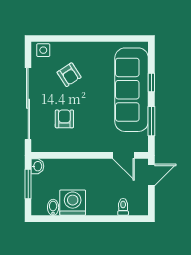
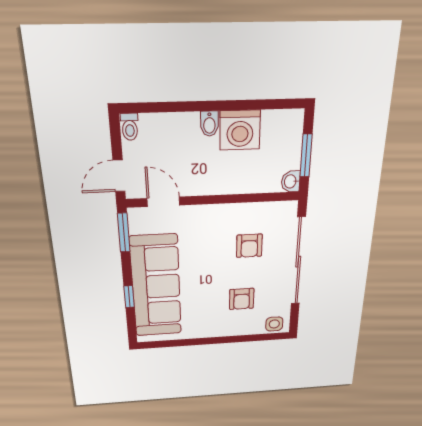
armchair: (69, 75) -> (242, 299), turned -147
window: (151, 121) -> (124, 233), moved
bidet: (53, 207) -> (209, 124), moved
toilet: (123, 207) -> (130, 127), moved

